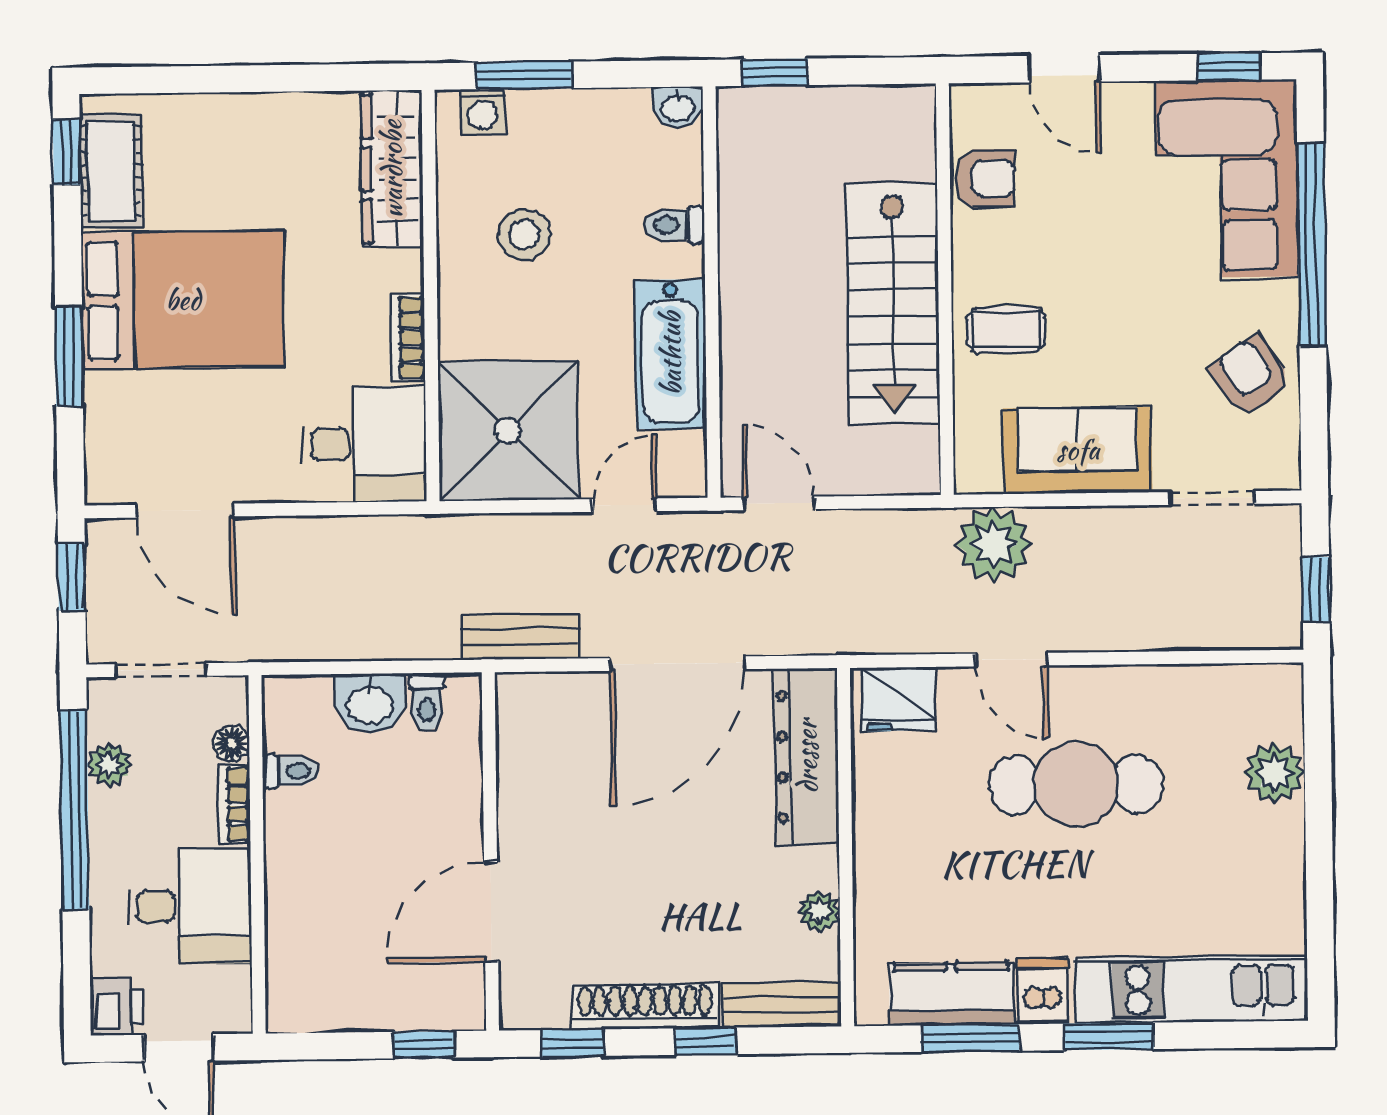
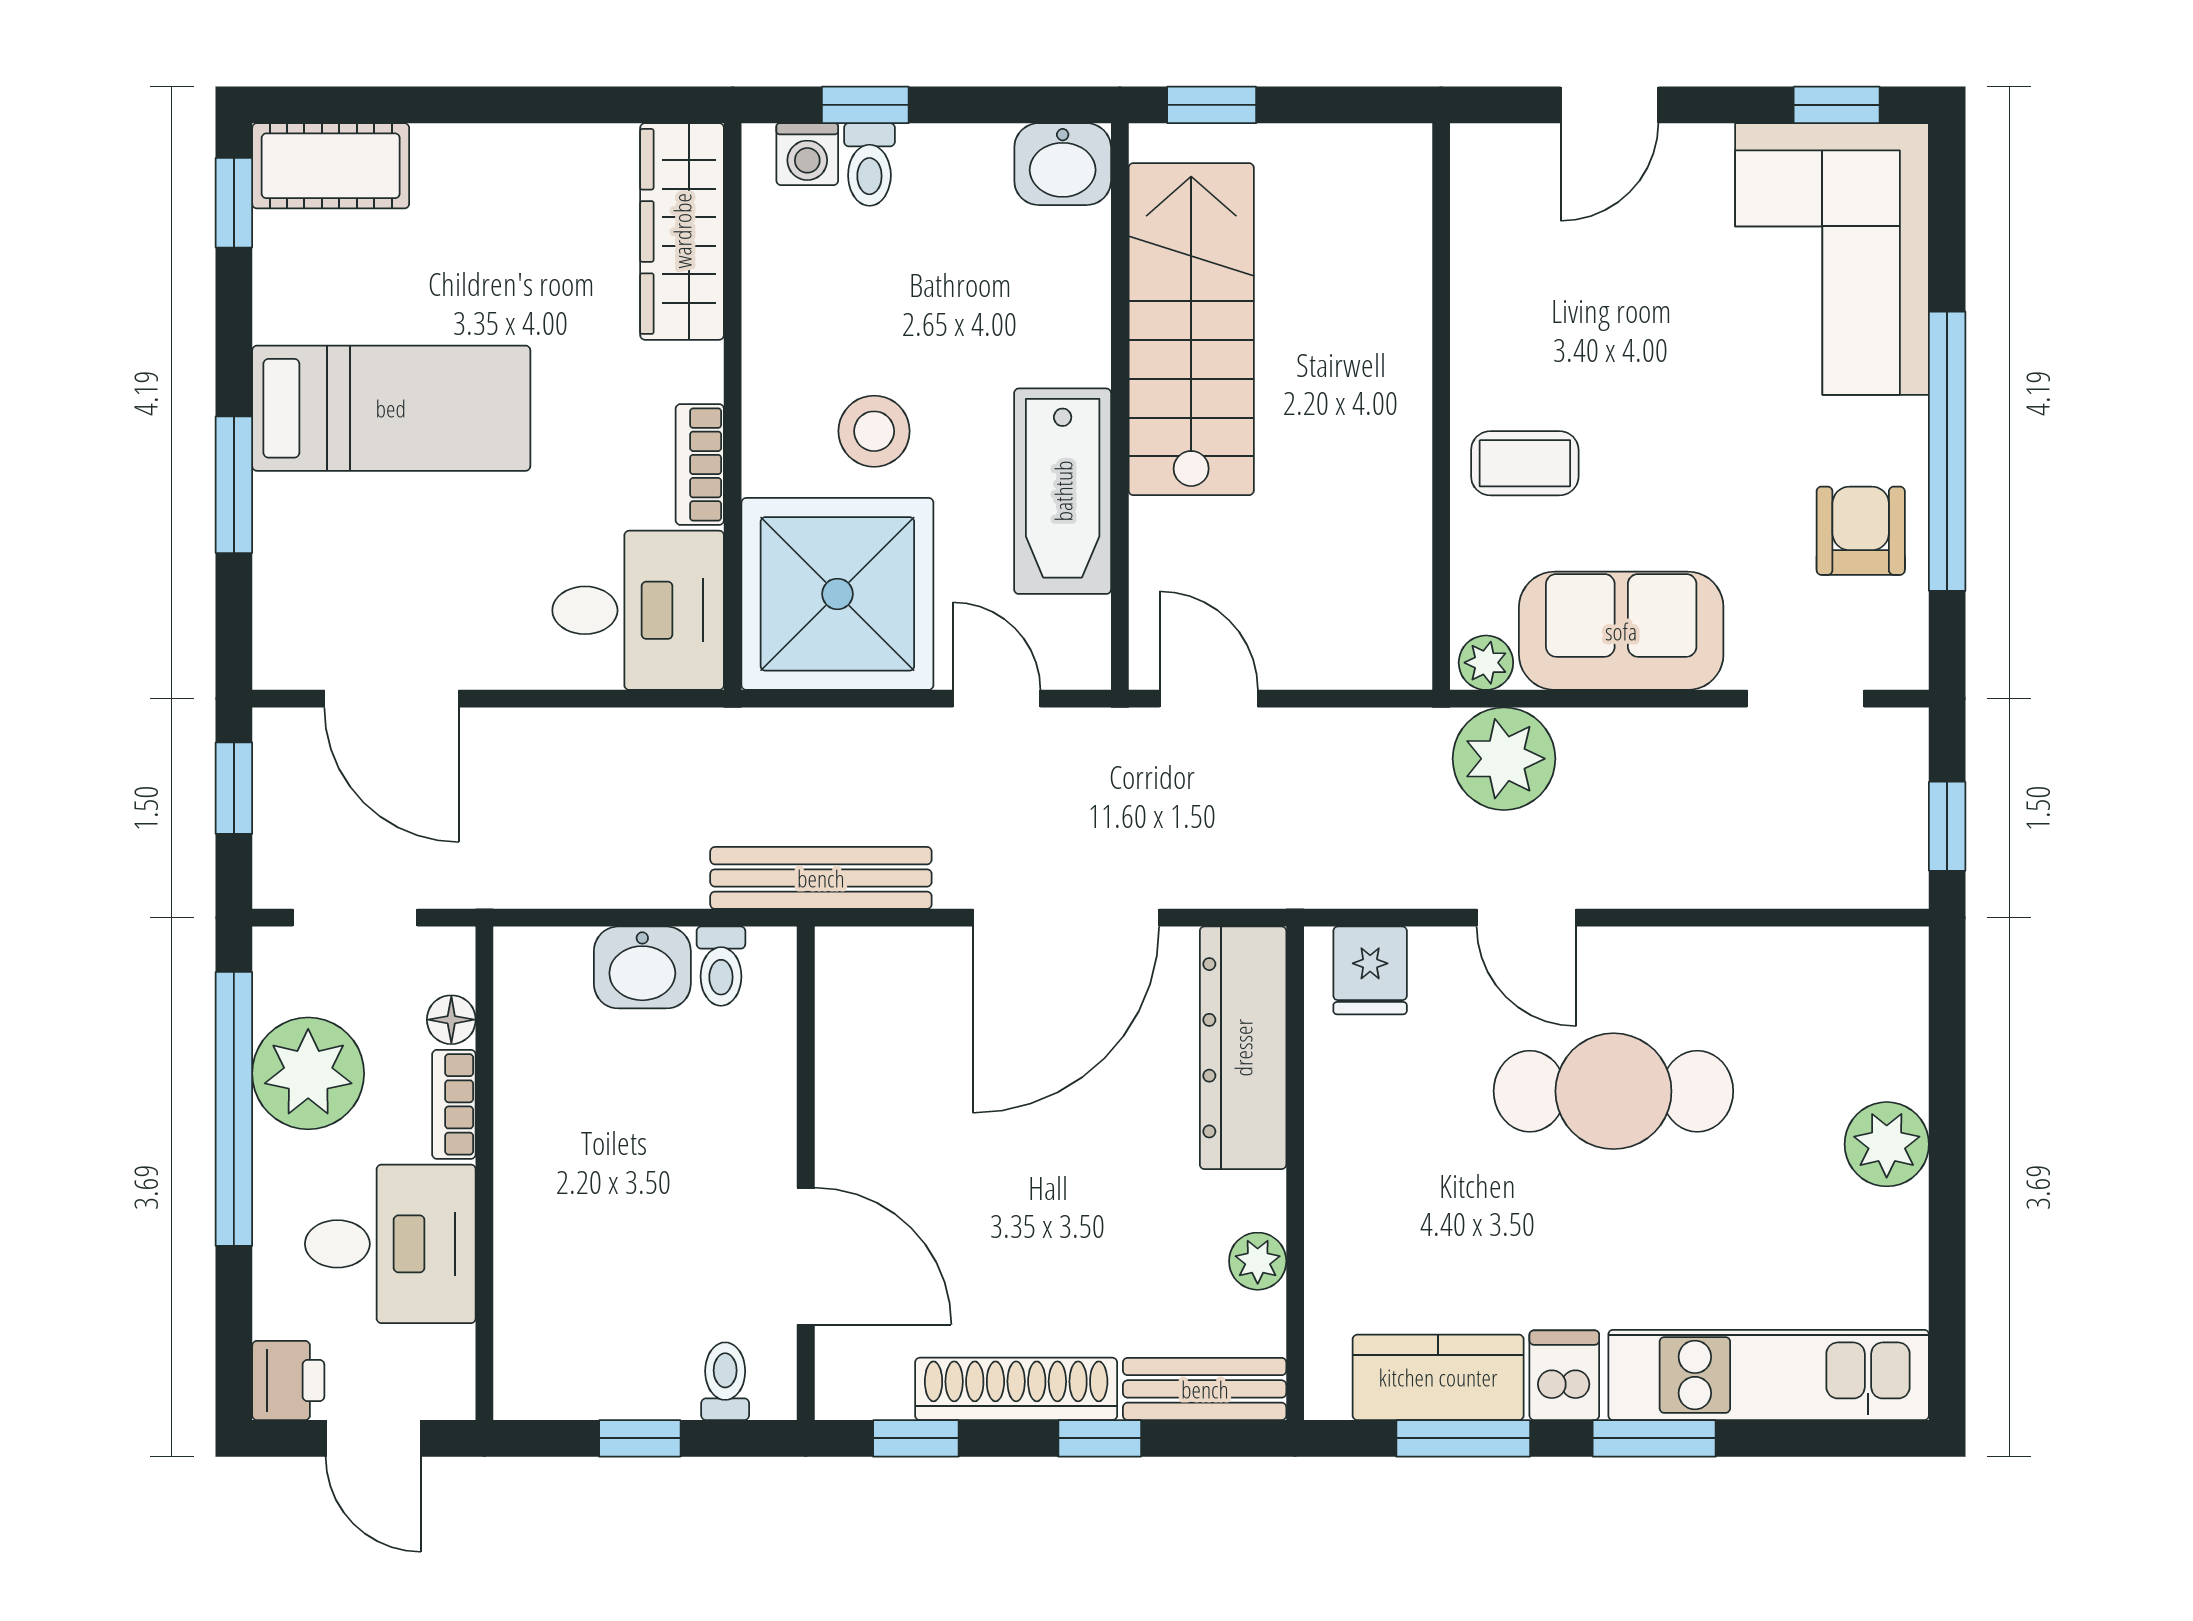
door: (1064, 69) -> (1609, 105), hinge flipped
window: (524, 75) -> (865, 105), width x0.67
washbasin: (678, 107) -> (1063, 164), width x1.38, depth x1.45
cot: (111, 171) -> (331, 166), moved, turned 90
armchair: (985, 179) -> (1498, 255), removed
toilet: (674, 225) -> (869, 165), moved, turned -90
stool: (524, 234) -> (874, 431), moved
window: (1312, 245) -> (1947, 451), moved
bed: (183, 300) -> (391, 408), width x0.67
stairs: (893, 304) -> (1191, 329), moved, turned 180
armchair: (1251, 376) -> (1861, 531), turned 34
plant: (980, 475) -> (1486, 663), added
door: (625, 505) -> (997, 699), hinge flipped
bench: (520, 637) -> (821, 878), width x1.36
fridge: (898, 699) -> (1370, 970), width x0.72
plant: (109, 765) -> (308, 1073), width x1.88, depth x1.88
toilet: (291, 771) -> (725, 1381), moved, turned -90
plant: (1274, 773) -> (1887, 1144), moved
door: (491, 912) -> (806, 1256), swing flipped
window: (424, 1045) -> (640, 1438), moved

